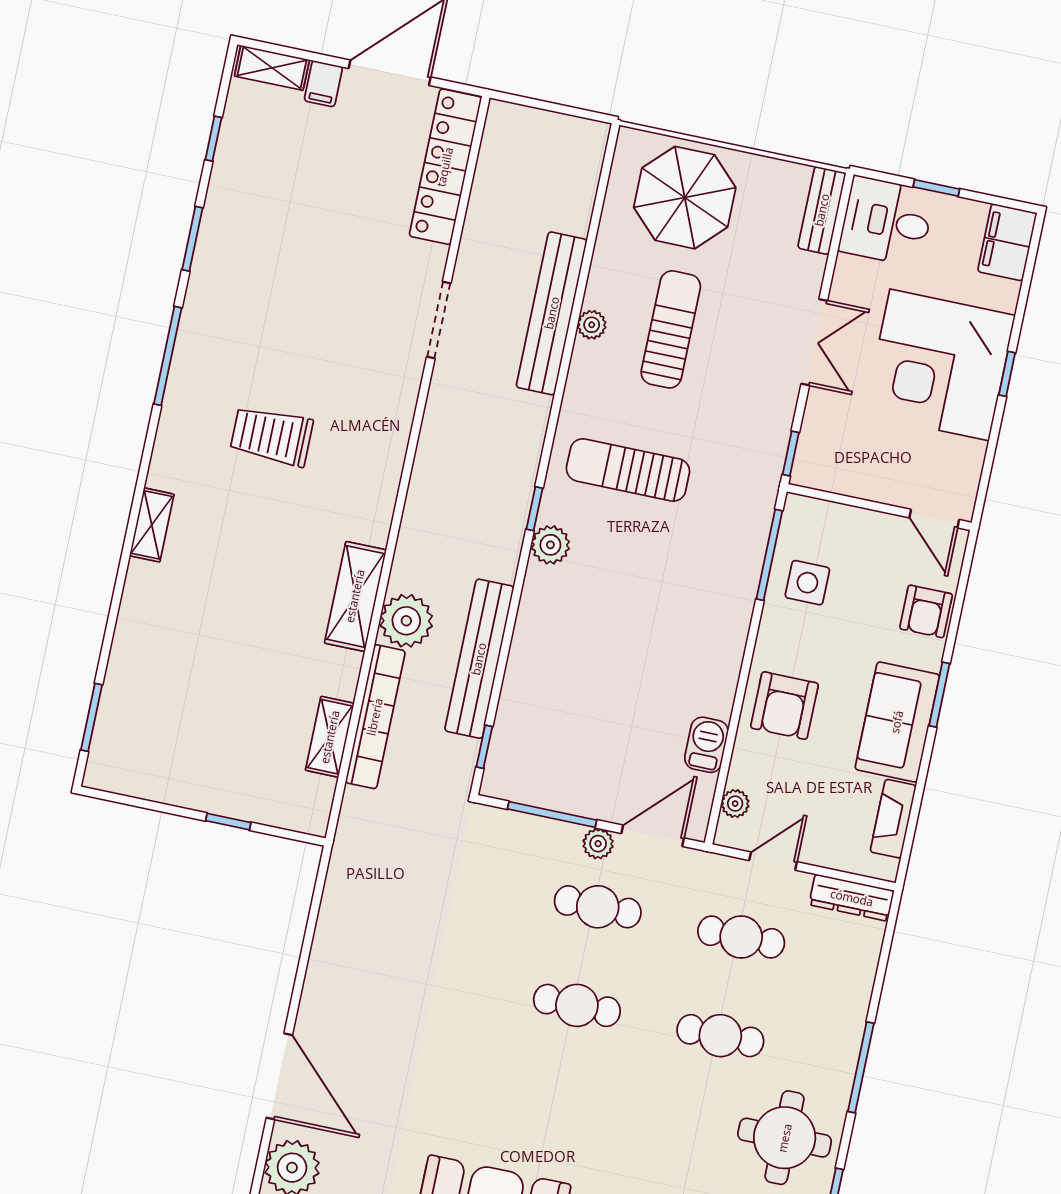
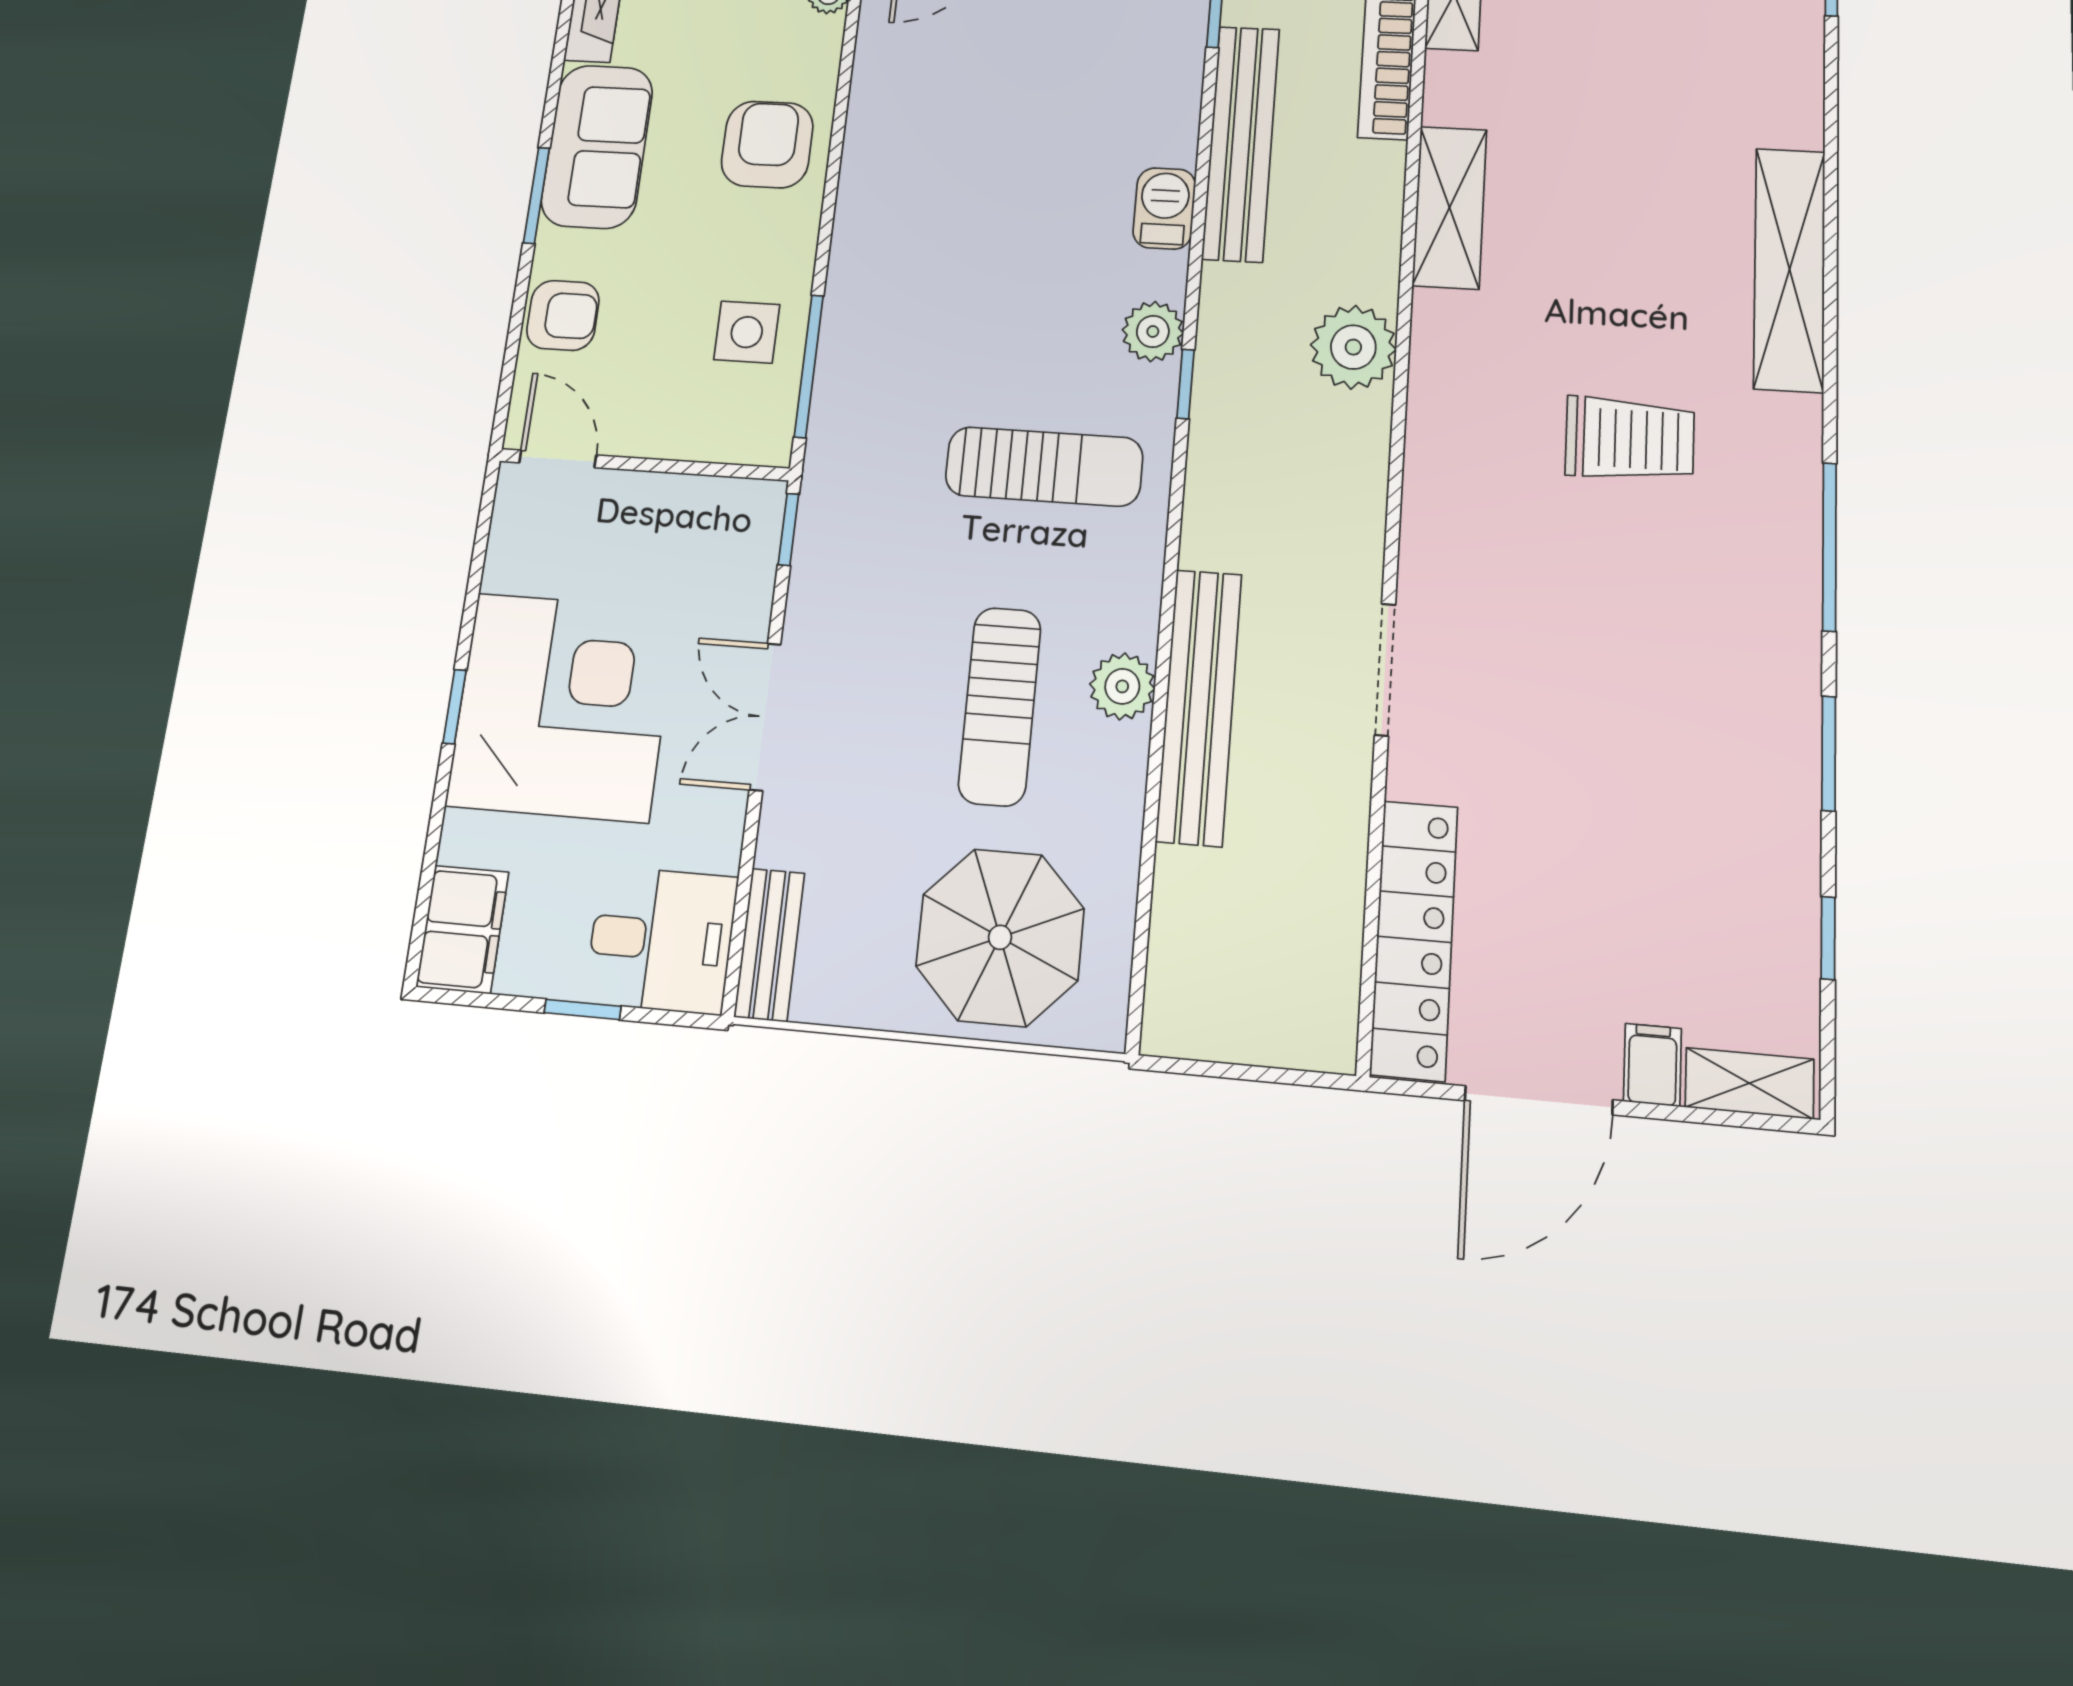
plant: (592, 325) -> (1122, 686), width x1.38, depth x1.38
shelving: (152, 525) -> (1790, 269), width x2.20, depth x1.33
armchair: (926, 611) -> (563, 315), turned 90
plant: (406, 621) -> (1353, 347), moved
barbecue: (706, 745) -> (1164, 208), moved, turned 180

